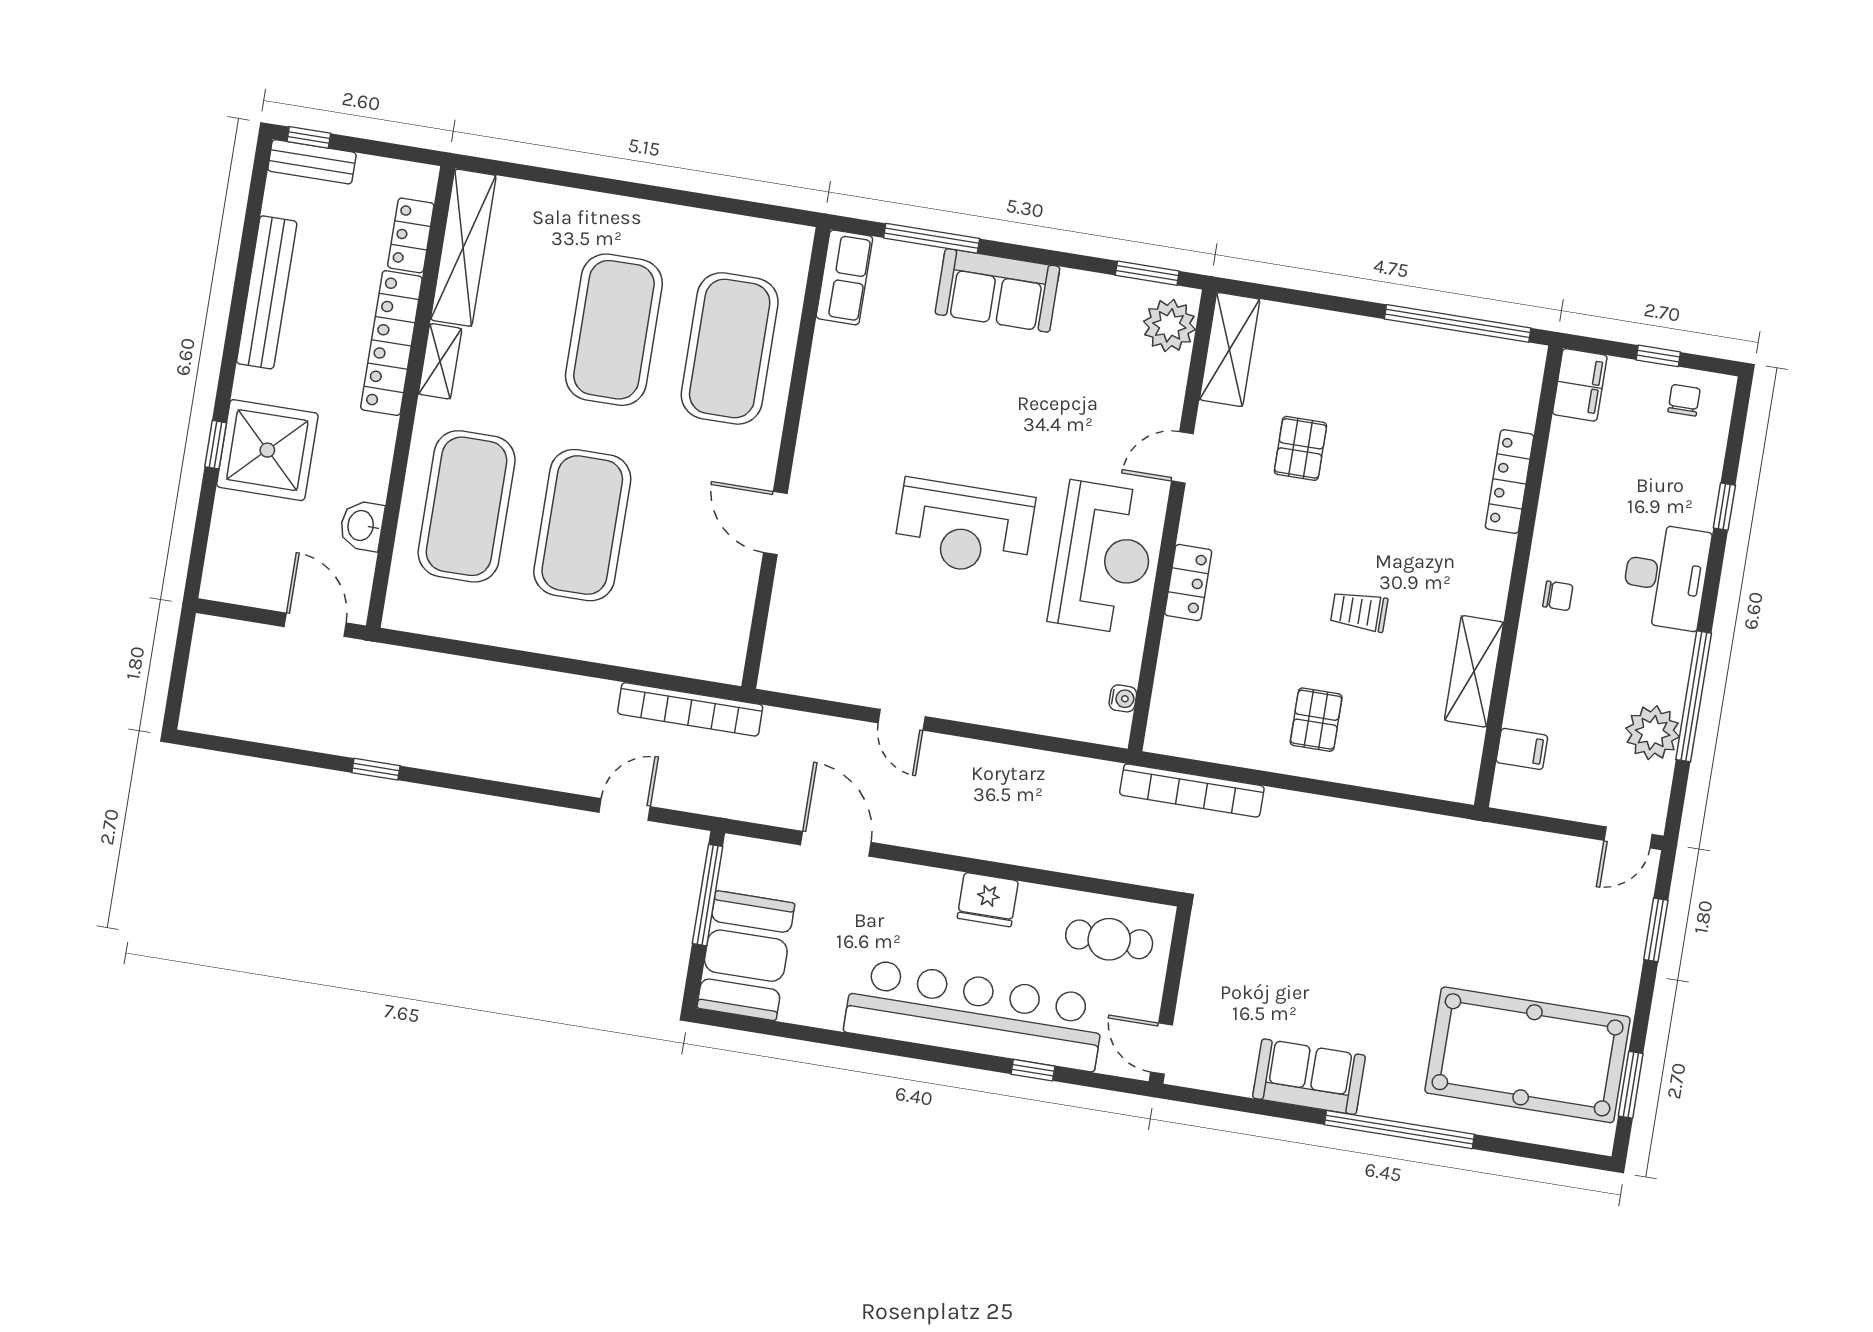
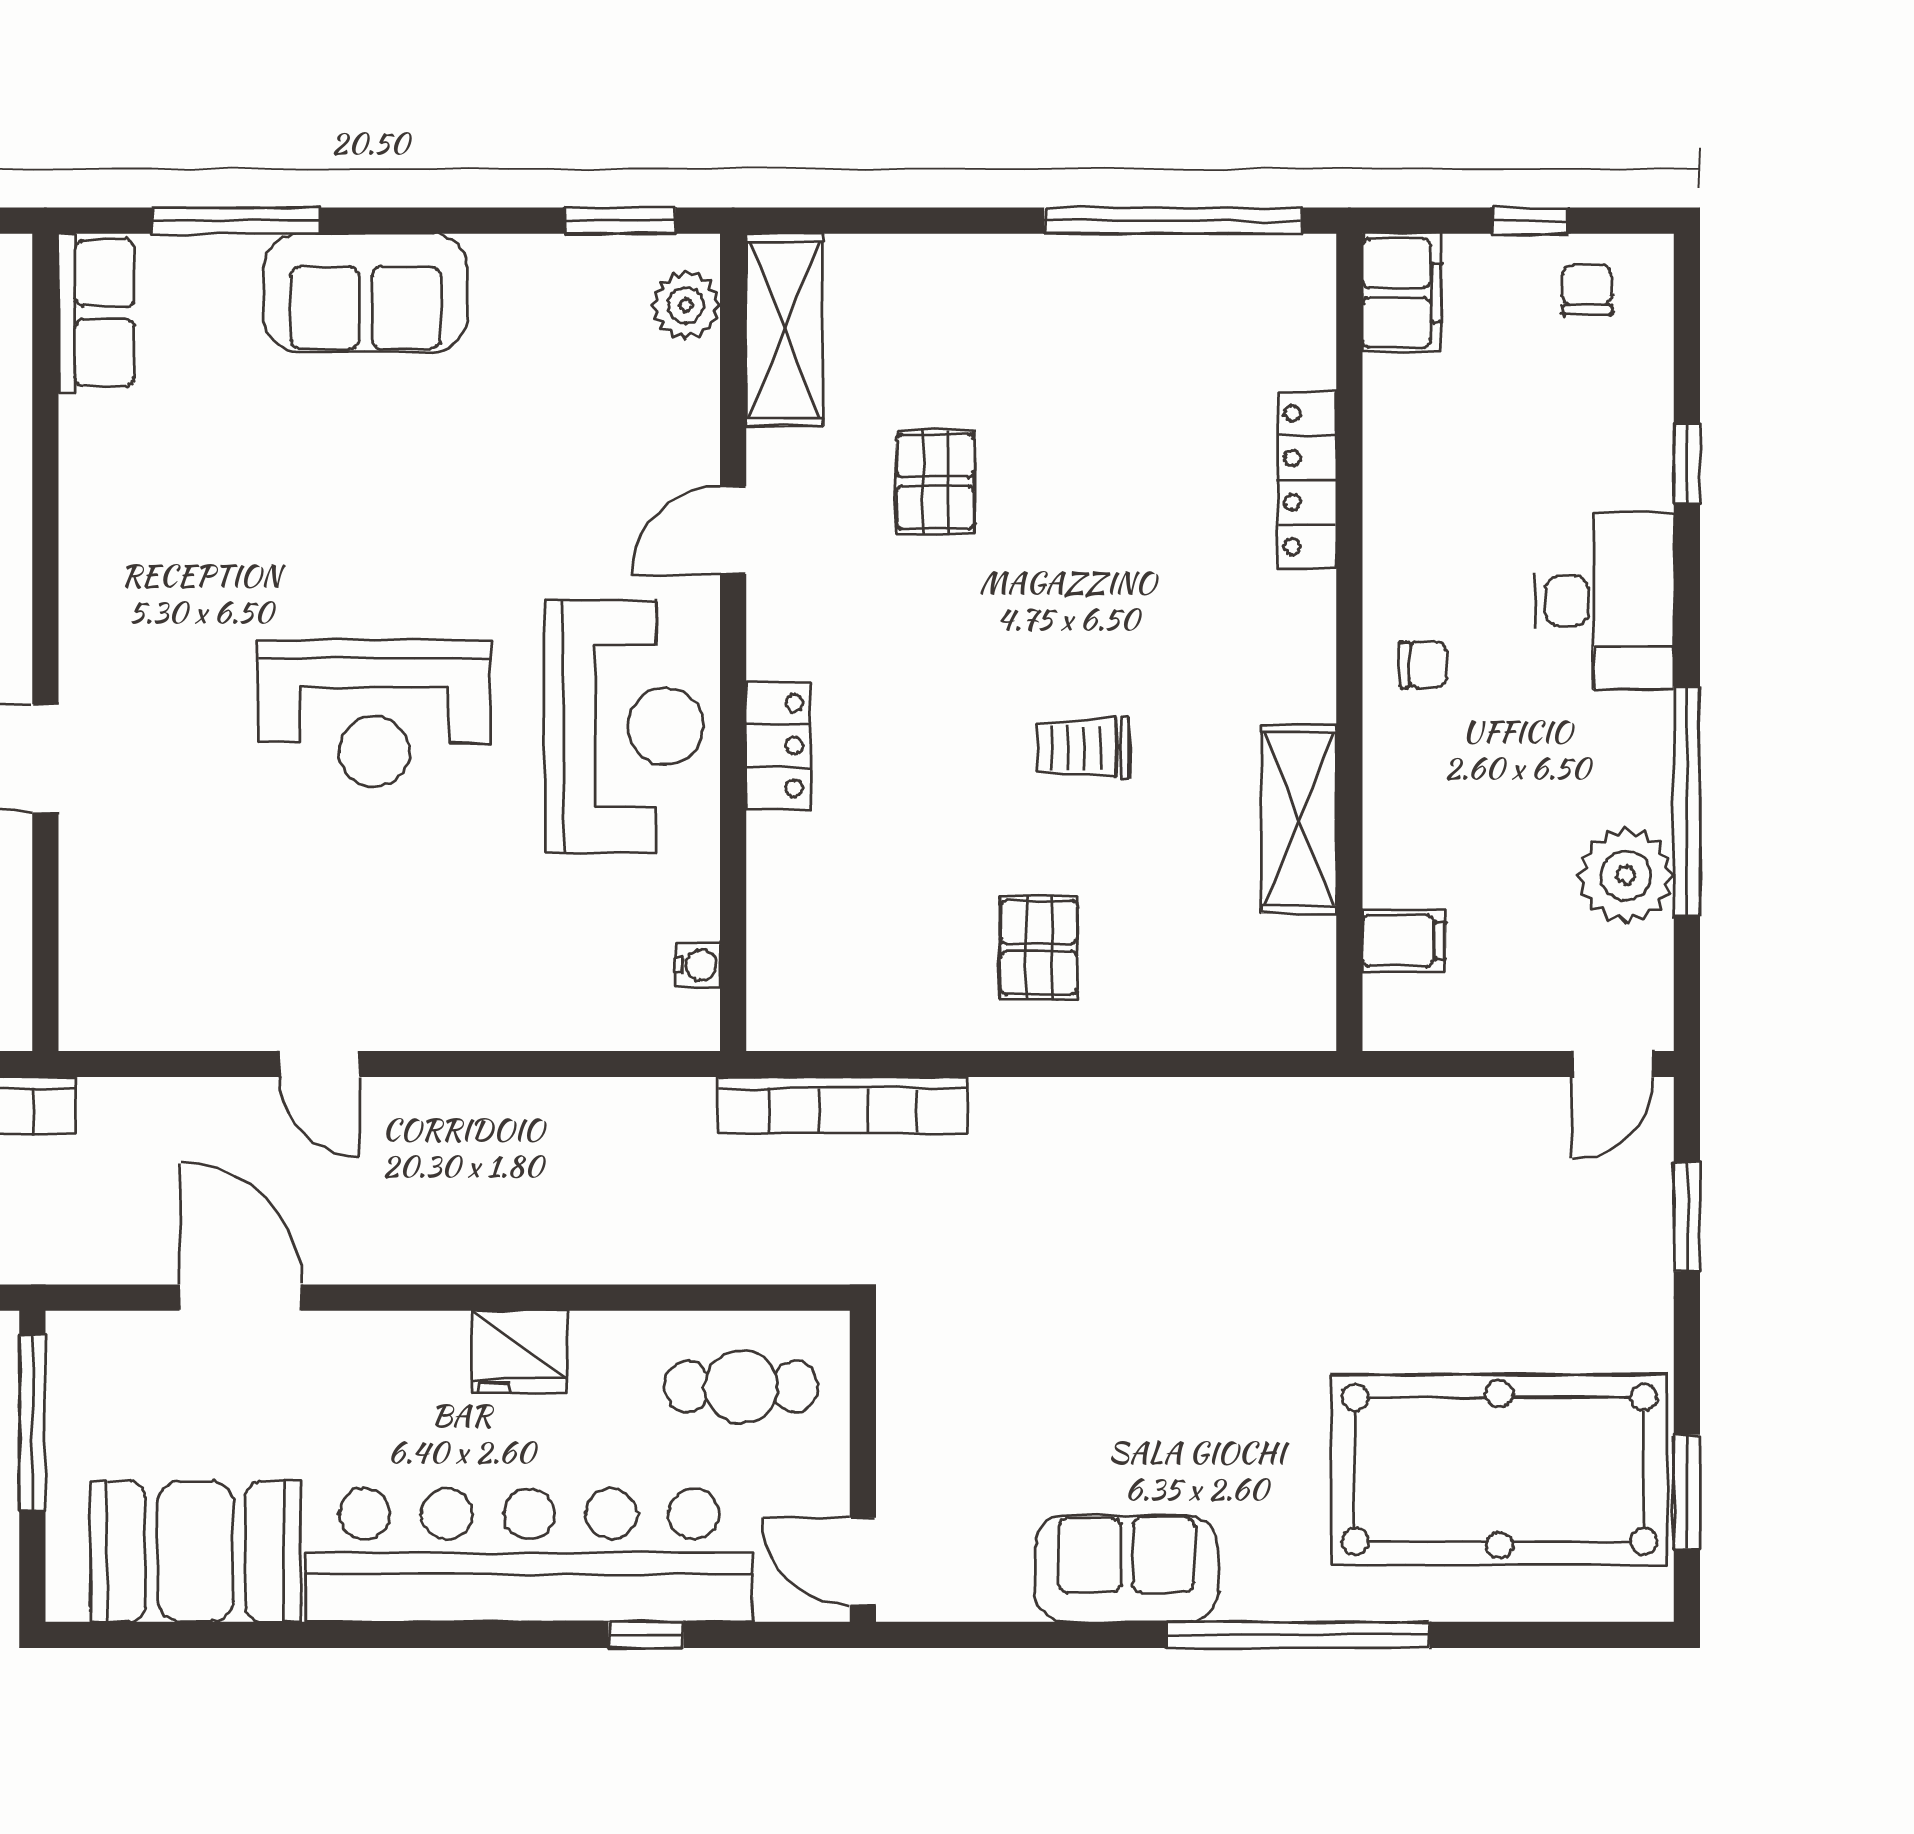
plant: (1169, 325) -> (686, 305), width x0.73, depth x0.73
booth: (746, 956) -> (195, 1552), moved, turned 90

